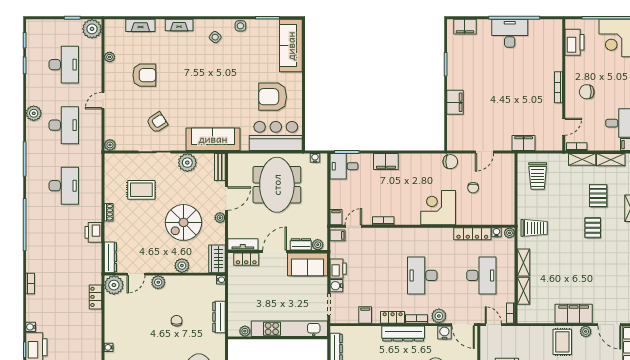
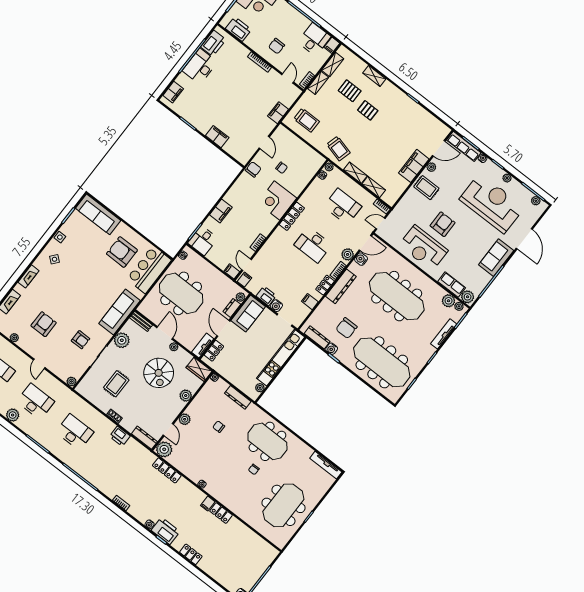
printer: (542, 29) -> (213, 43), added
armchair: (273, 97) -> (122, 252), turned 90
armchair: (157, 122) -> (80, 340), turned 123
trolley: (534, 228) -> (338, 148), turned 105
locker: (472, 234) -> (292, 216), moved
locker: (96, 297) -> (167, 470), width x1.53

